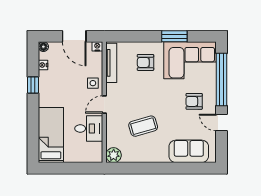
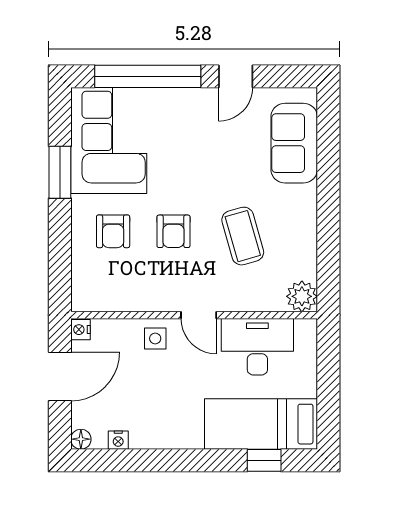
tv unit: (111, 63) -> (114, 301), removed
window: (33, 85) -> (264, 460), moved
armchair: (194, 101) -> (173, 231), moved
desk: (89, 128) -> (257, 347), width x1.37

